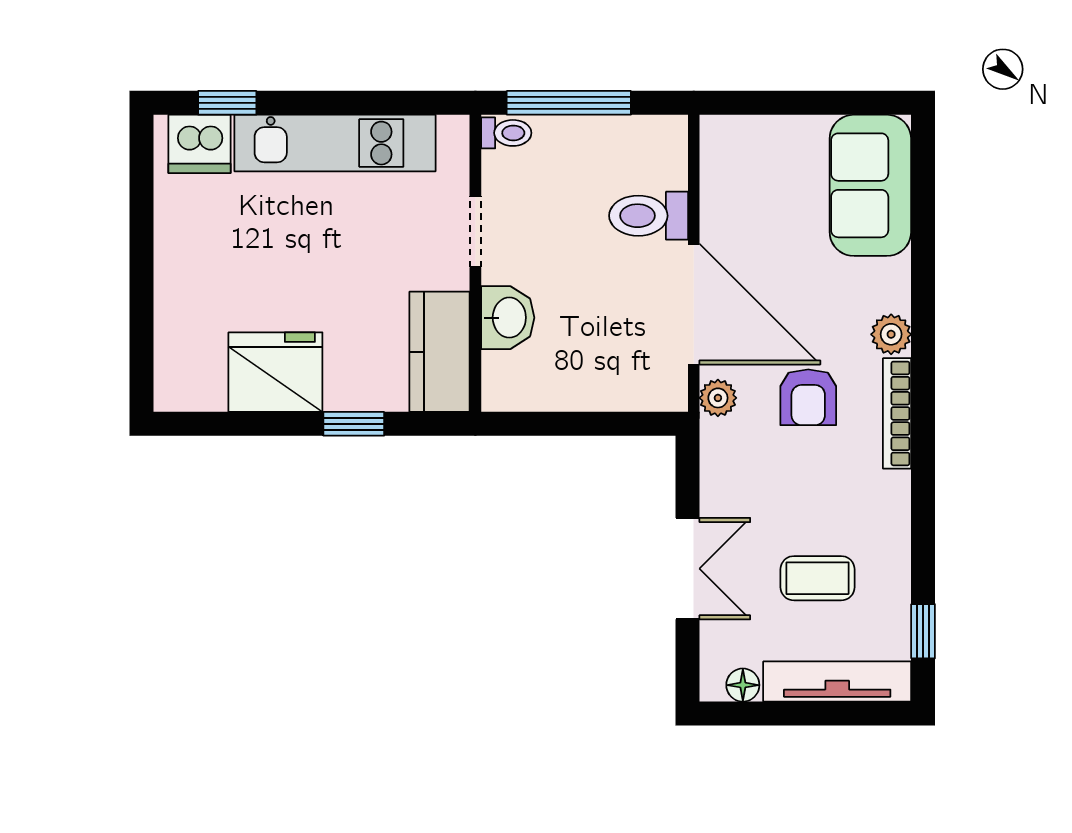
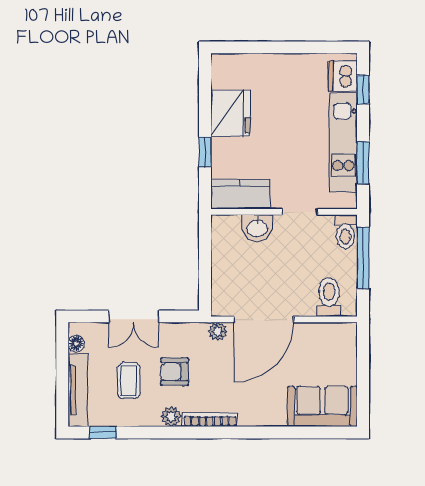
window: (376, 103) -> (363, 163), added
toilet: (506, 133) -> (345, 232), width x1.37, depth x1.39
toilet: (649, 216) -> (329, 297), moved
plant: (891, 334) -> (171, 417), moved
armchair: (808, 397) -> (175, 372), moved

